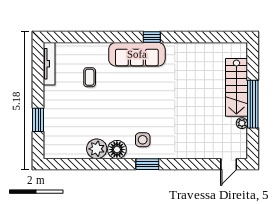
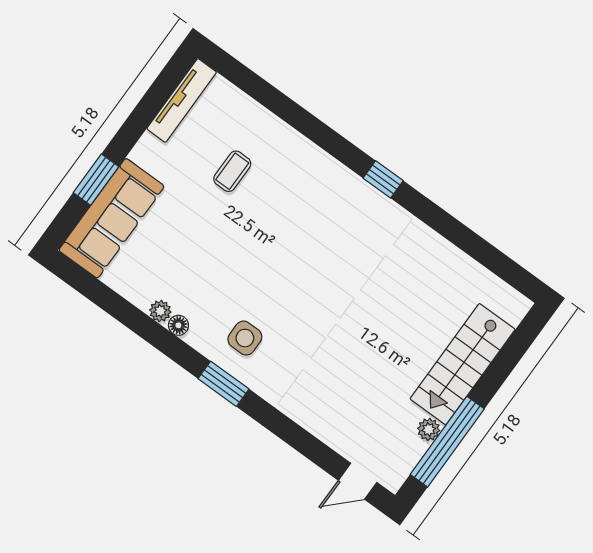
sofa: (137, 54) -> (112, 218), moved, turned -90
window: (253, 104) -> (447, 442), moved
plant: (97, 149) -> (160, 311), width x0.53, depth x0.53
floor lamp: (117, 150) -> (178, 325), width x0.53, depth x0.53

